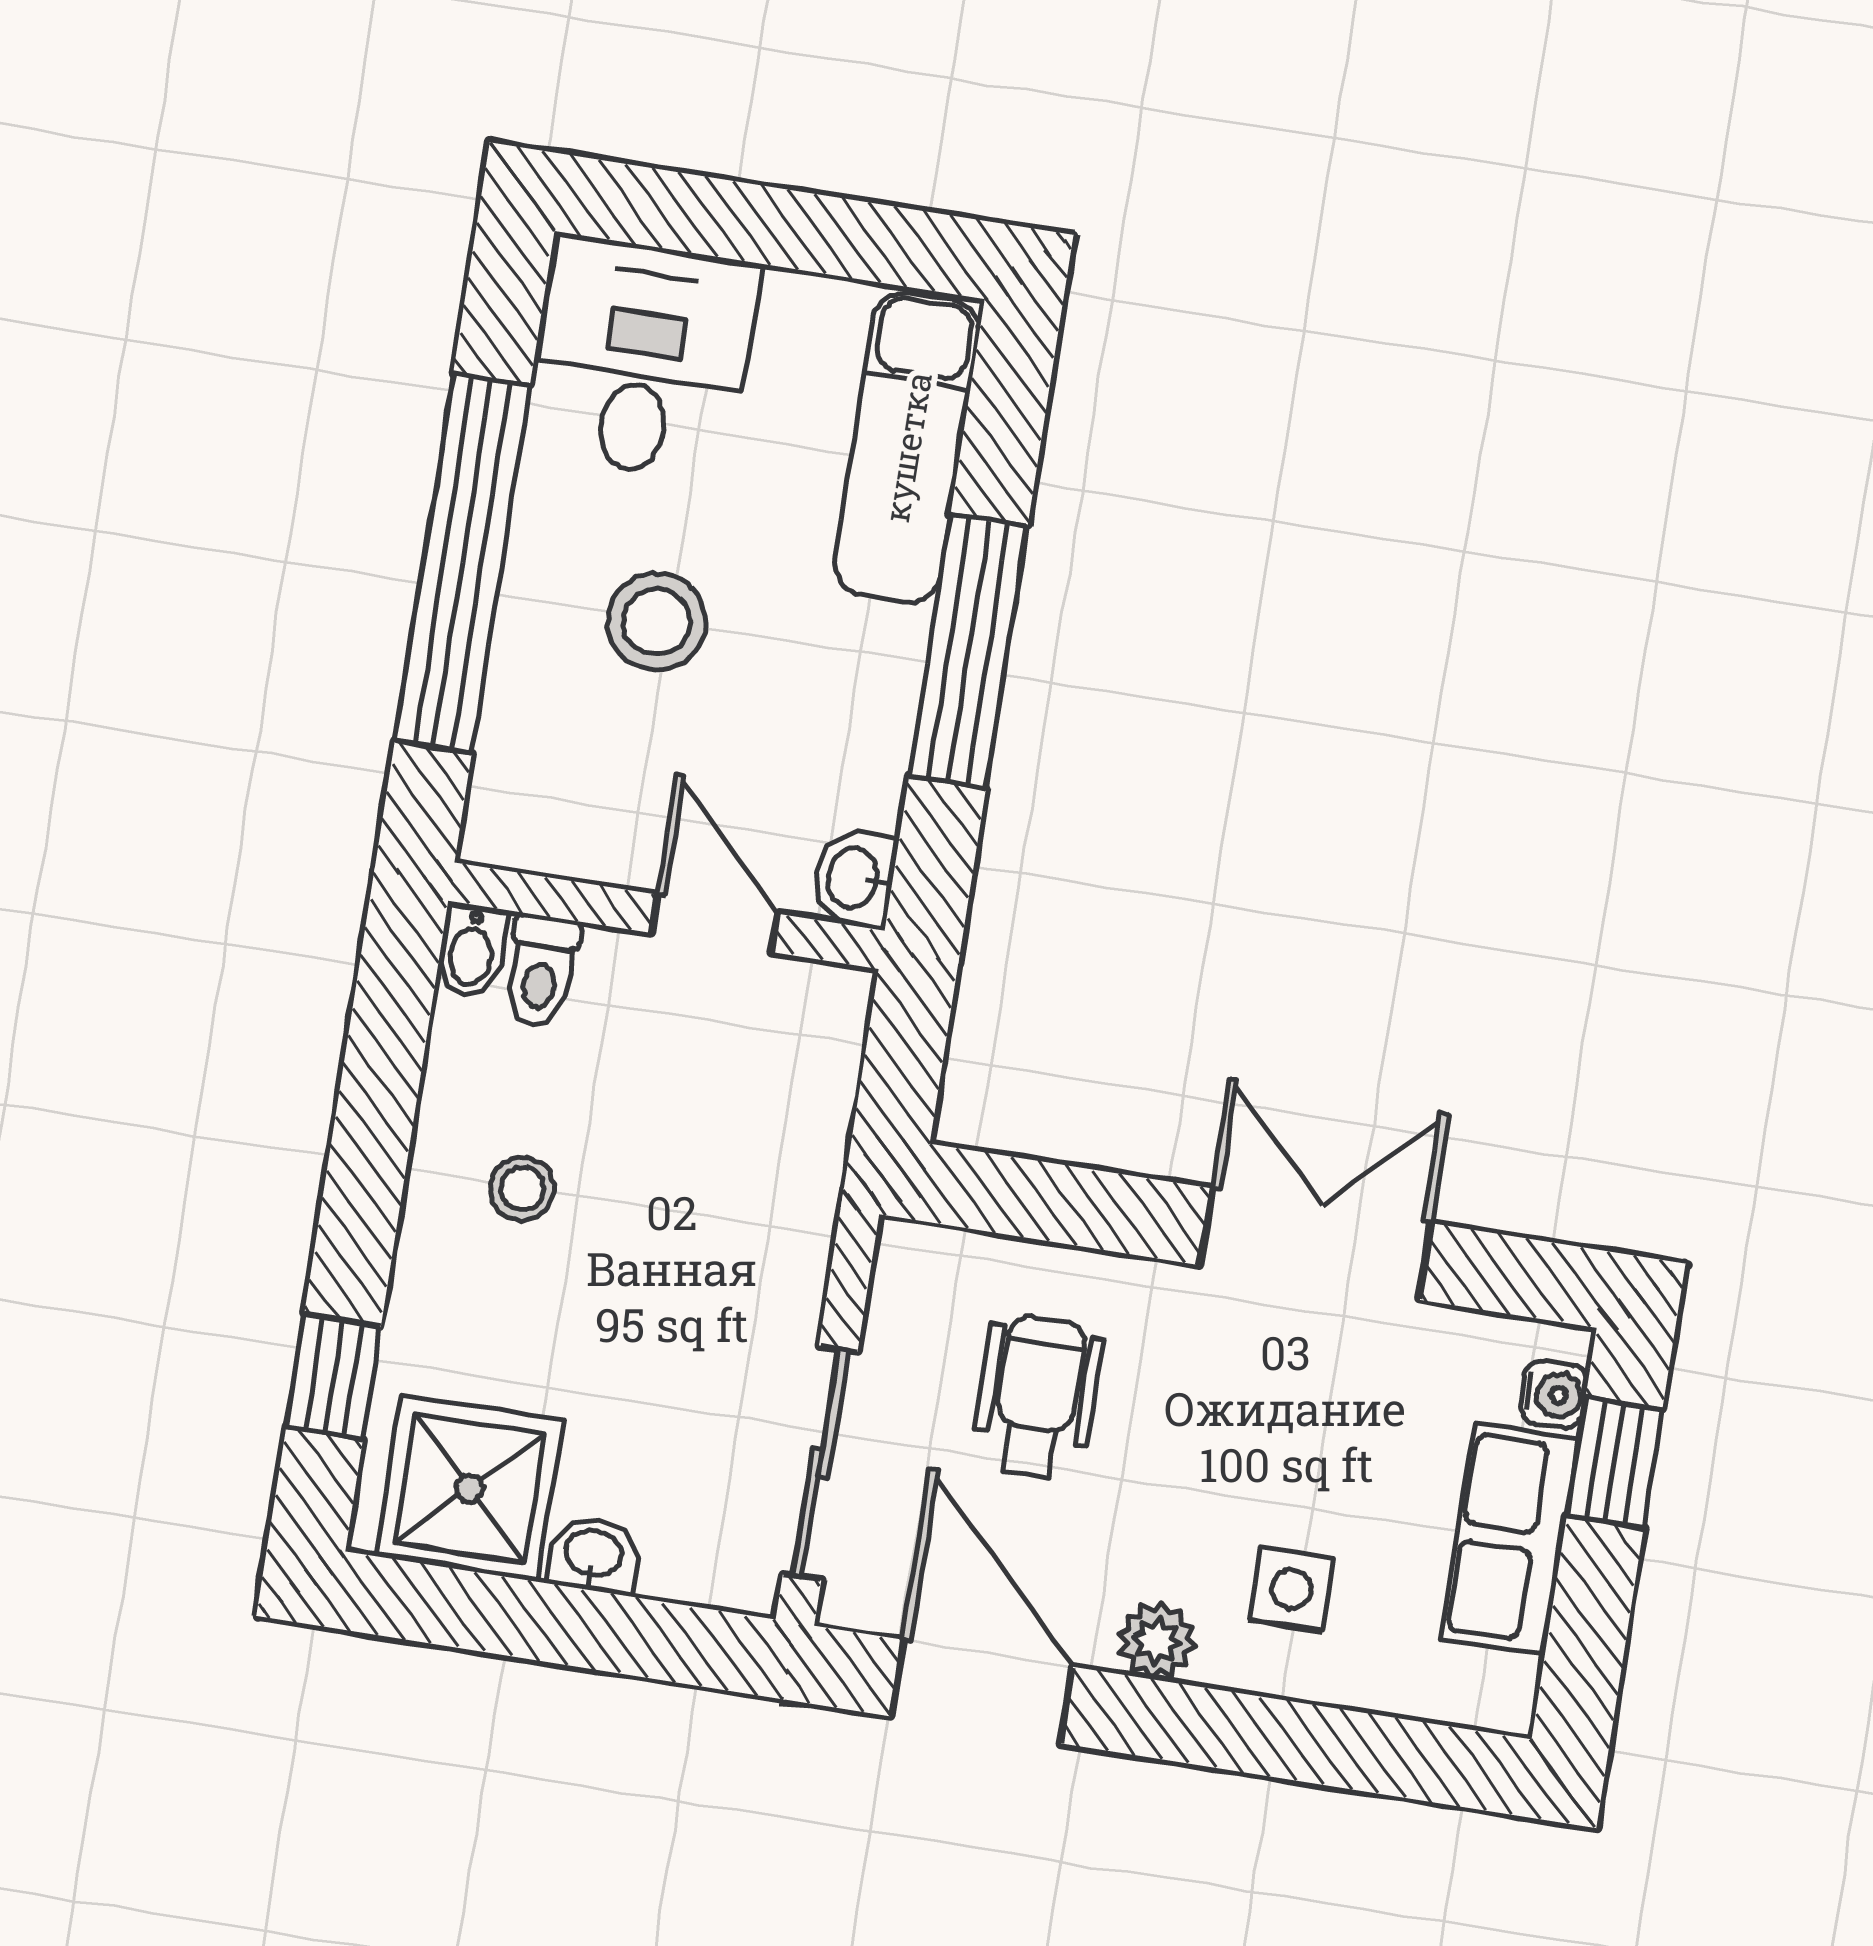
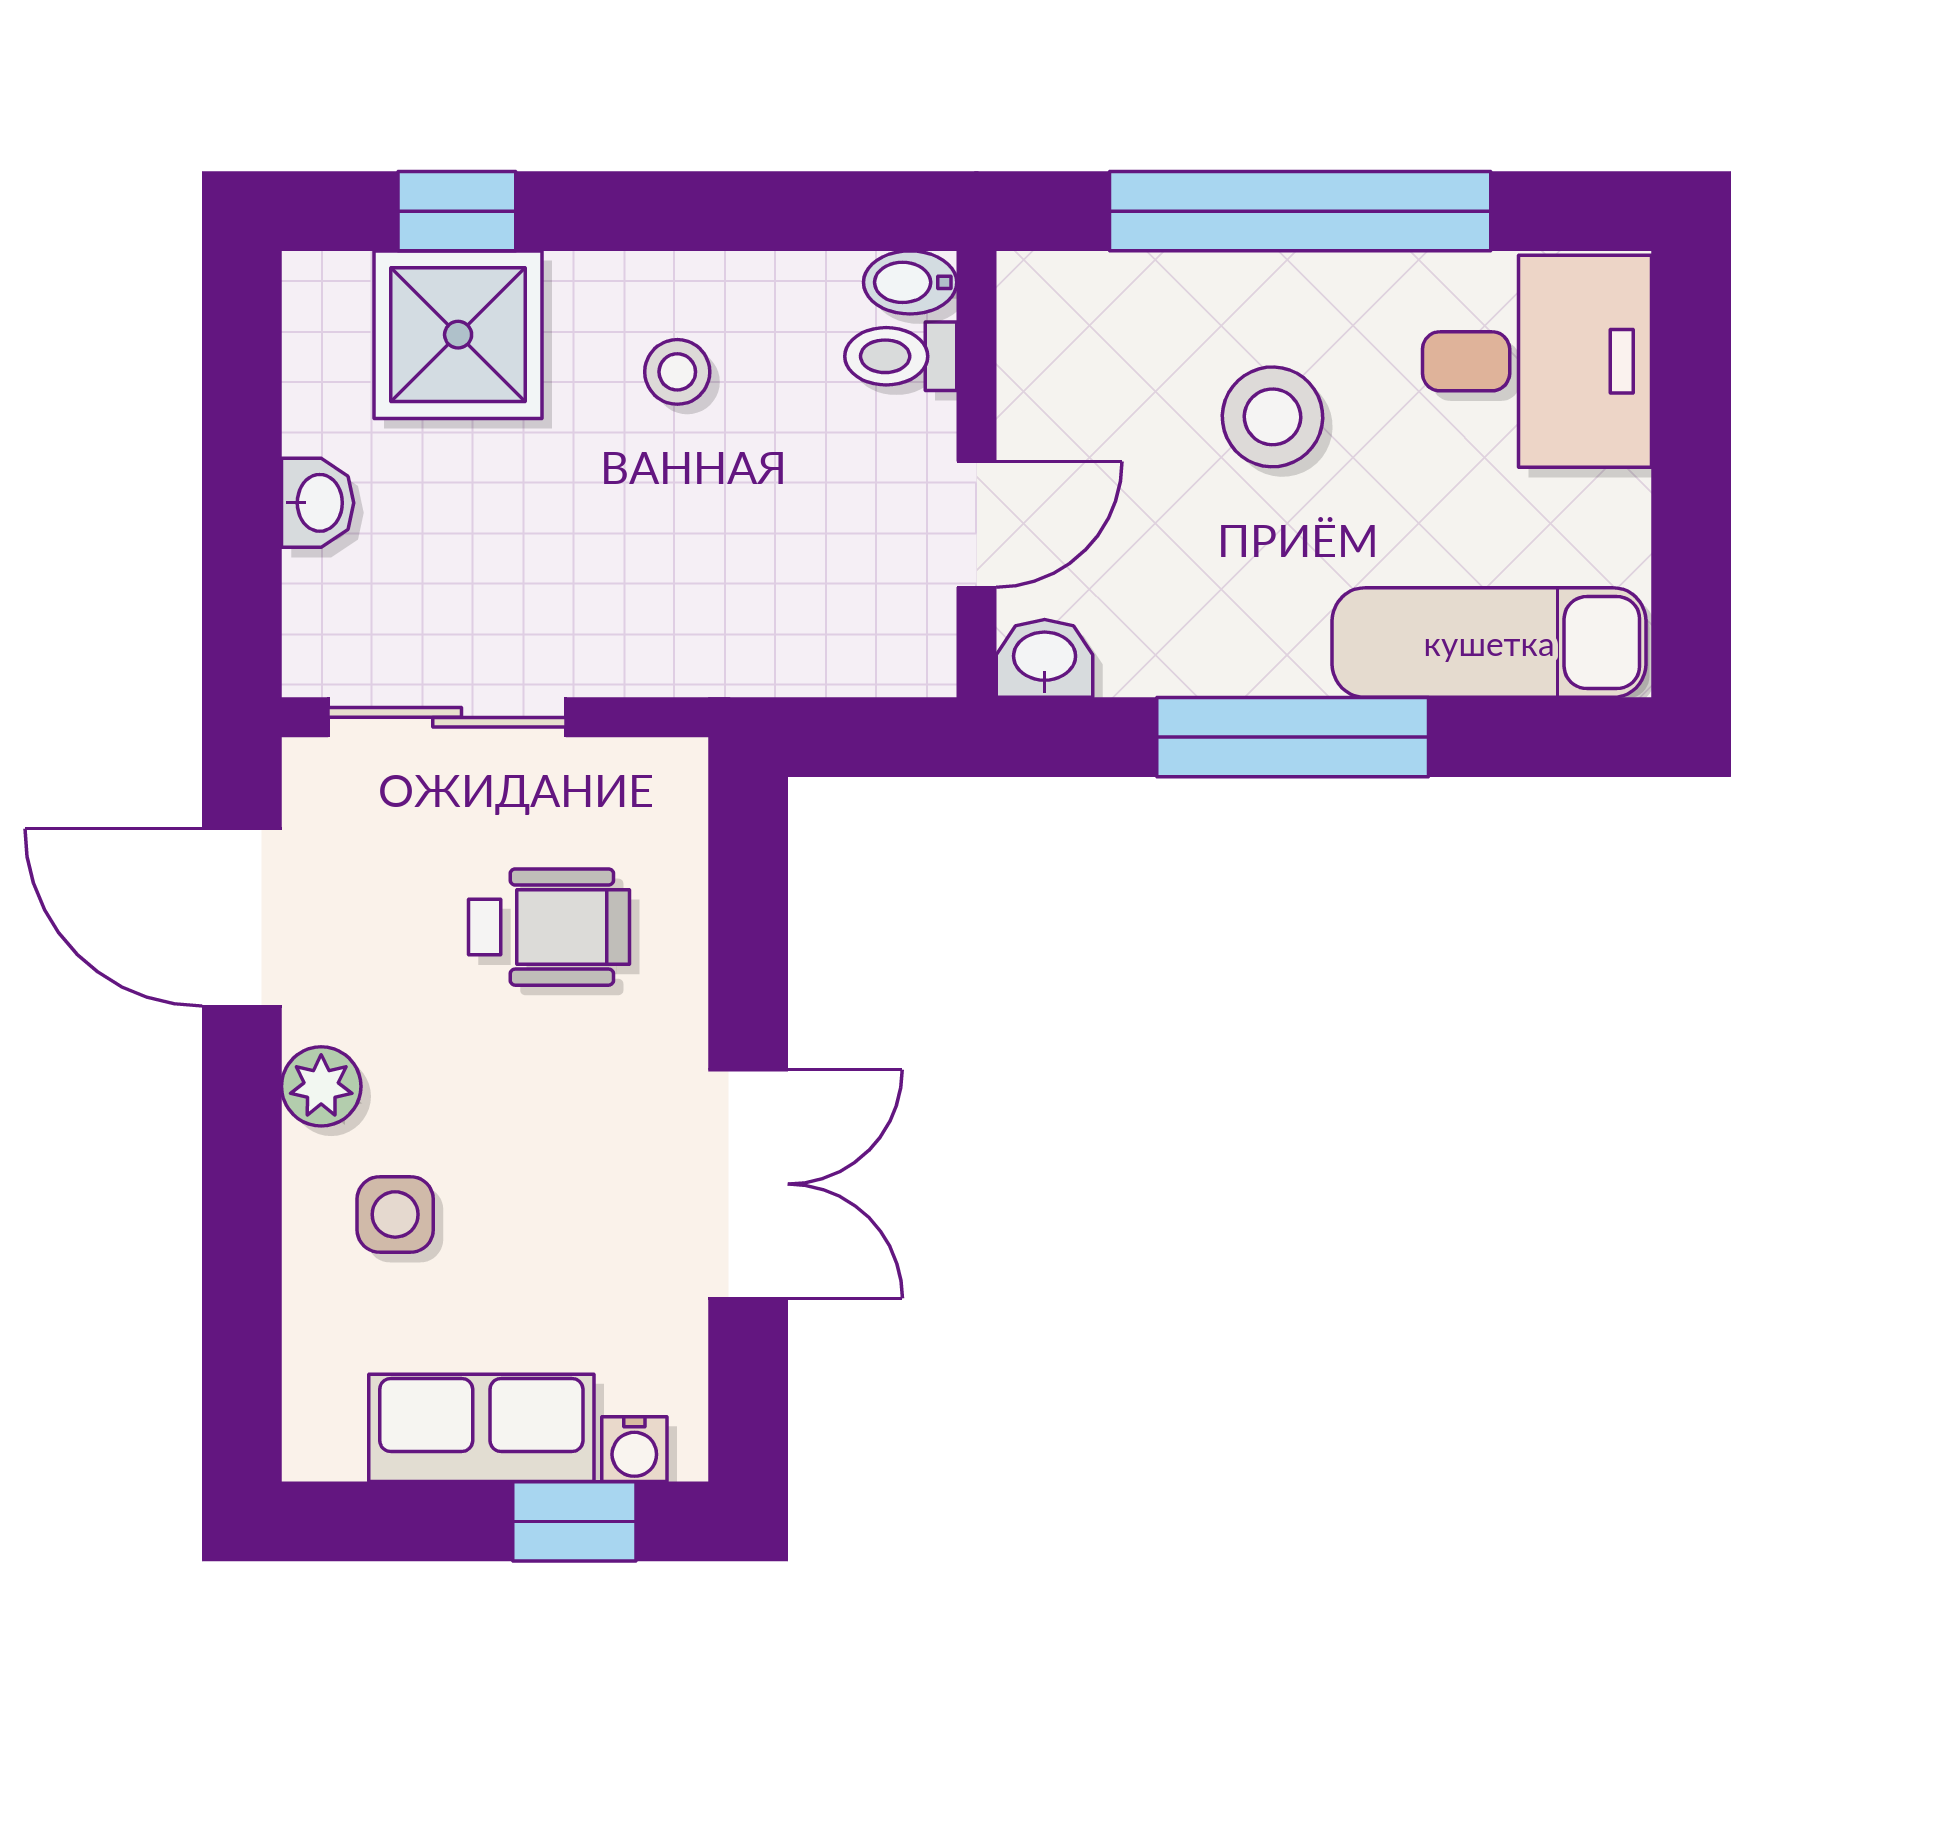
shower: (469, 1488) -> (458, 335), moved
door: (982, 1692) -> (242, 917), swing flipped

